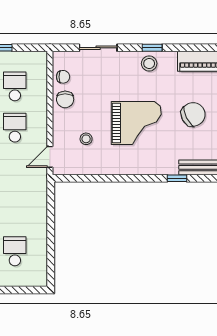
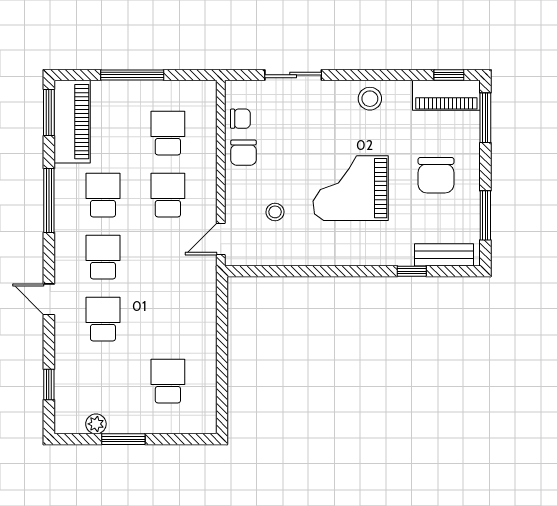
window: (152, 48) -> (449, 75), moved
chair: (193, 114) -> (436, 175), turned 117
grand piano: (136, 123) -> (351, 188), turned 180

